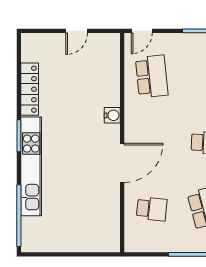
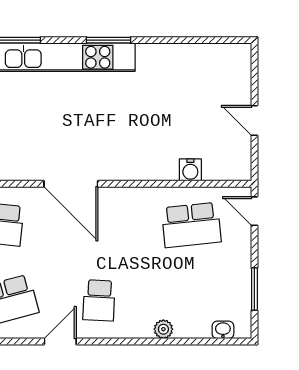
locker: (30, 89) -> (173, 55), removed
water cooler: (112, 115) -> (190, 170), moved

